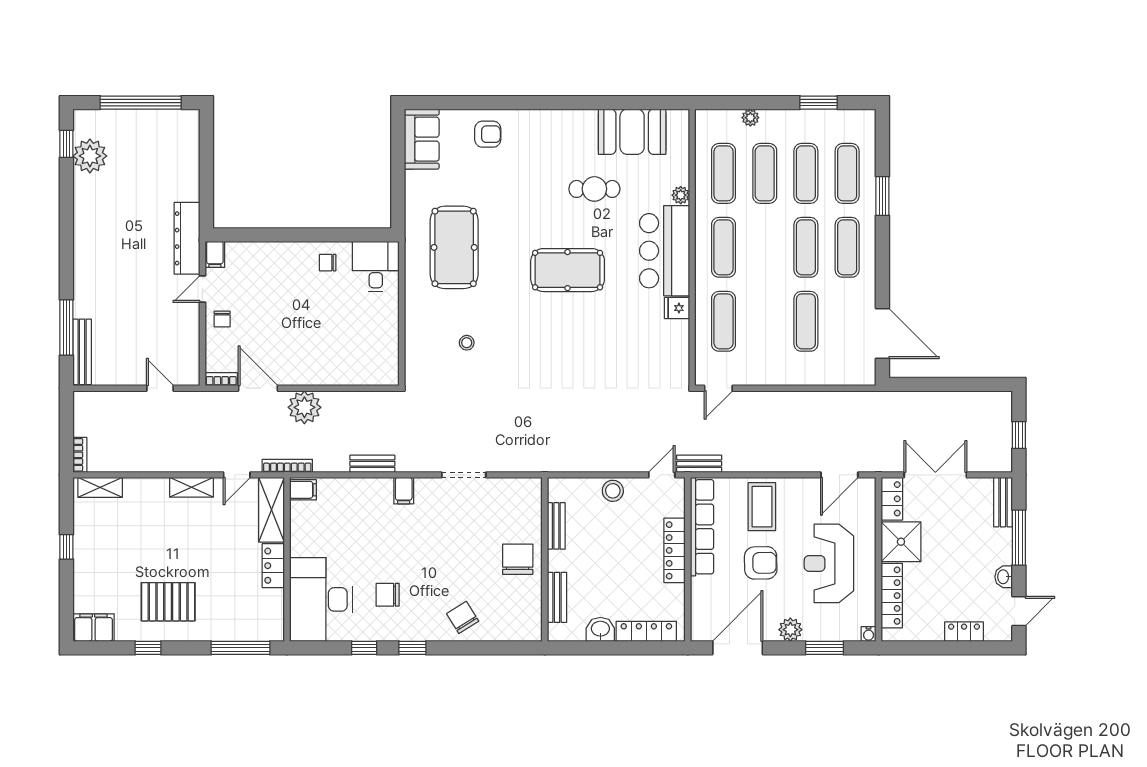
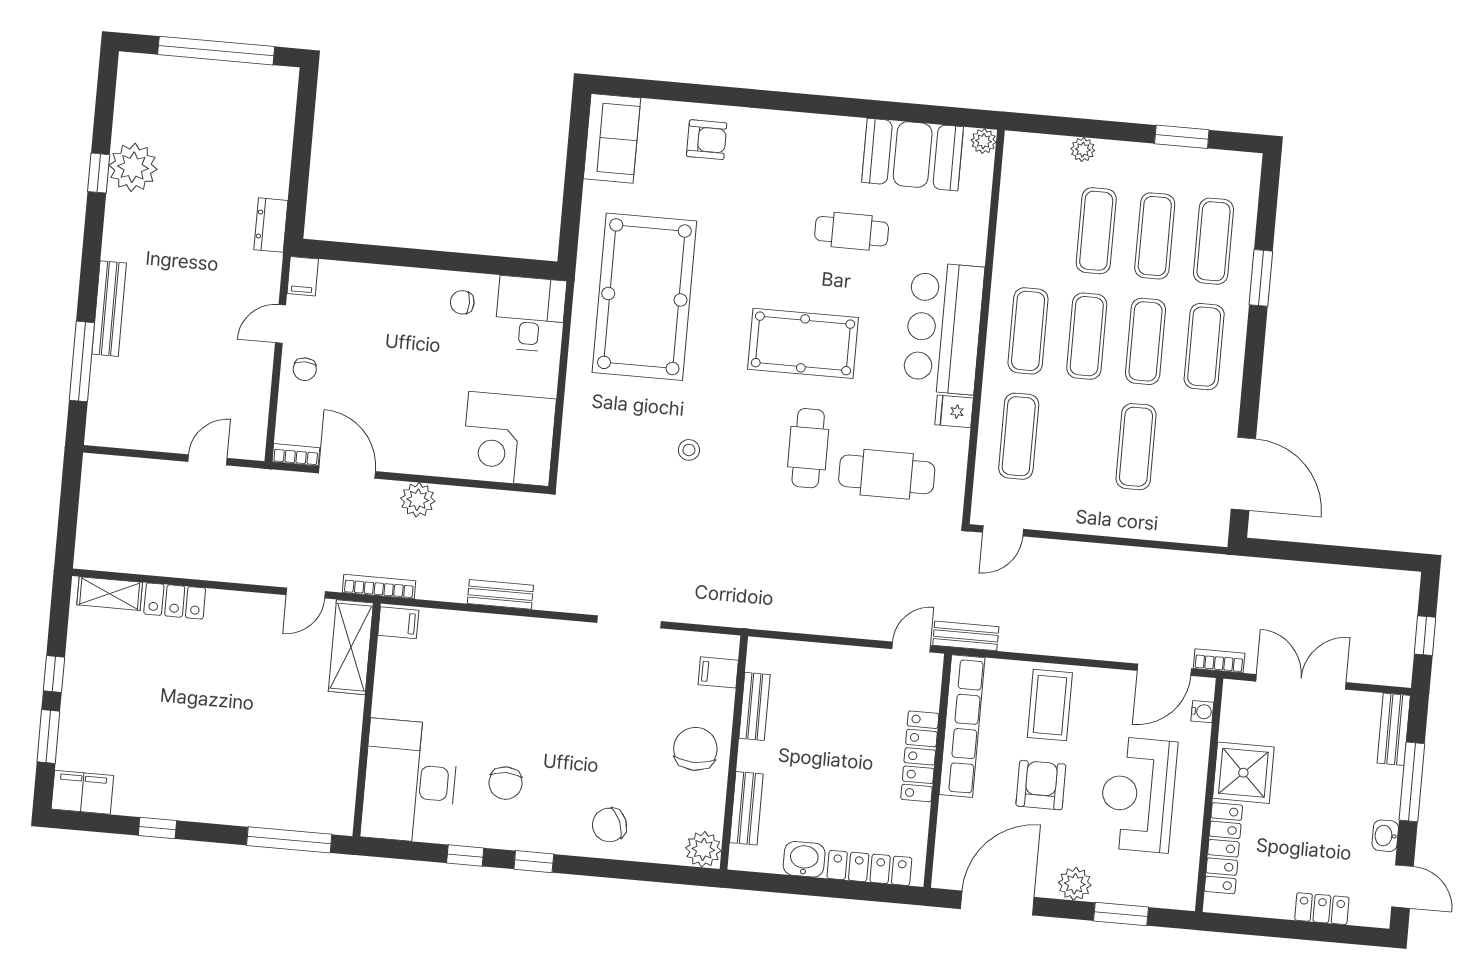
window: (66, 144) -> (99, 173), moved
plant: (90, 156) -> (133, 167), moved
exercise mat: (724, 173) -> (1087, 336), moved
plant: (681, 195) -> (984, 141), moved
dresser: (187, 238) -> (271, 225), width x0.51, depth x0.80
pool table: (454, 247) -> (644, 297), width x1.36, depth x1.32
stool: (467, 343) -> (689, 450), moved
cafe table: (578, 343) -> (808, 448), added
bench: (82, 352) -> (109, 309), moved
corner desk: (368, 355) -> (509, 439), added
cafe table: (634, 356) -> (887, 474), added
door: (160, 388) -> (208, 460), hinge flipped
plant: (304, 407) -> (418, 500), width x0.73, depth x0.73
bookcase: (80, 455) -> (1219, 661), moved, turned -90
shelving: (191, 487) -> (240, 605), removed
filing cabinet: (404, 491) -> (718, 672), moved, turned 90
stool: (613, 491) -> (839, 664), removed
locker: (892, 499) -> (1236, 710), removed
armchair: (761, 563) -> (1041, 785), turned -89
locker: (273, 566) -> (175, 601), moved, turned -90
window: (66, 591) -> (48, 736), added
chair: (388, 595) -> (505, 783), turned -90
pallet: (168, 602) -> (192, 765), removed
door: (1019, 611) -> (1403, 887), hinge flipped
chair: (463, 617) -> (609, 825), turned -80
plant: (530, 629) -> (703, 849), added
water cooler: (869, 634) -> (1202, 712), moved, turned -90

